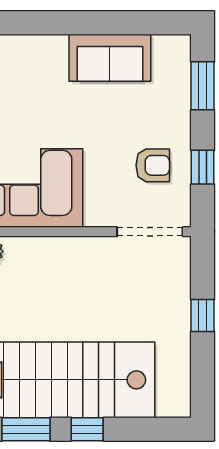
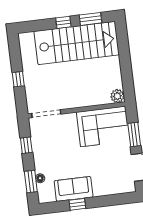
window: (106, 23) -> (77, 204), added
floor lamp: (181, 90) -> (40, 178), added
armchair: (153, 165) -> (49, 143), removed

